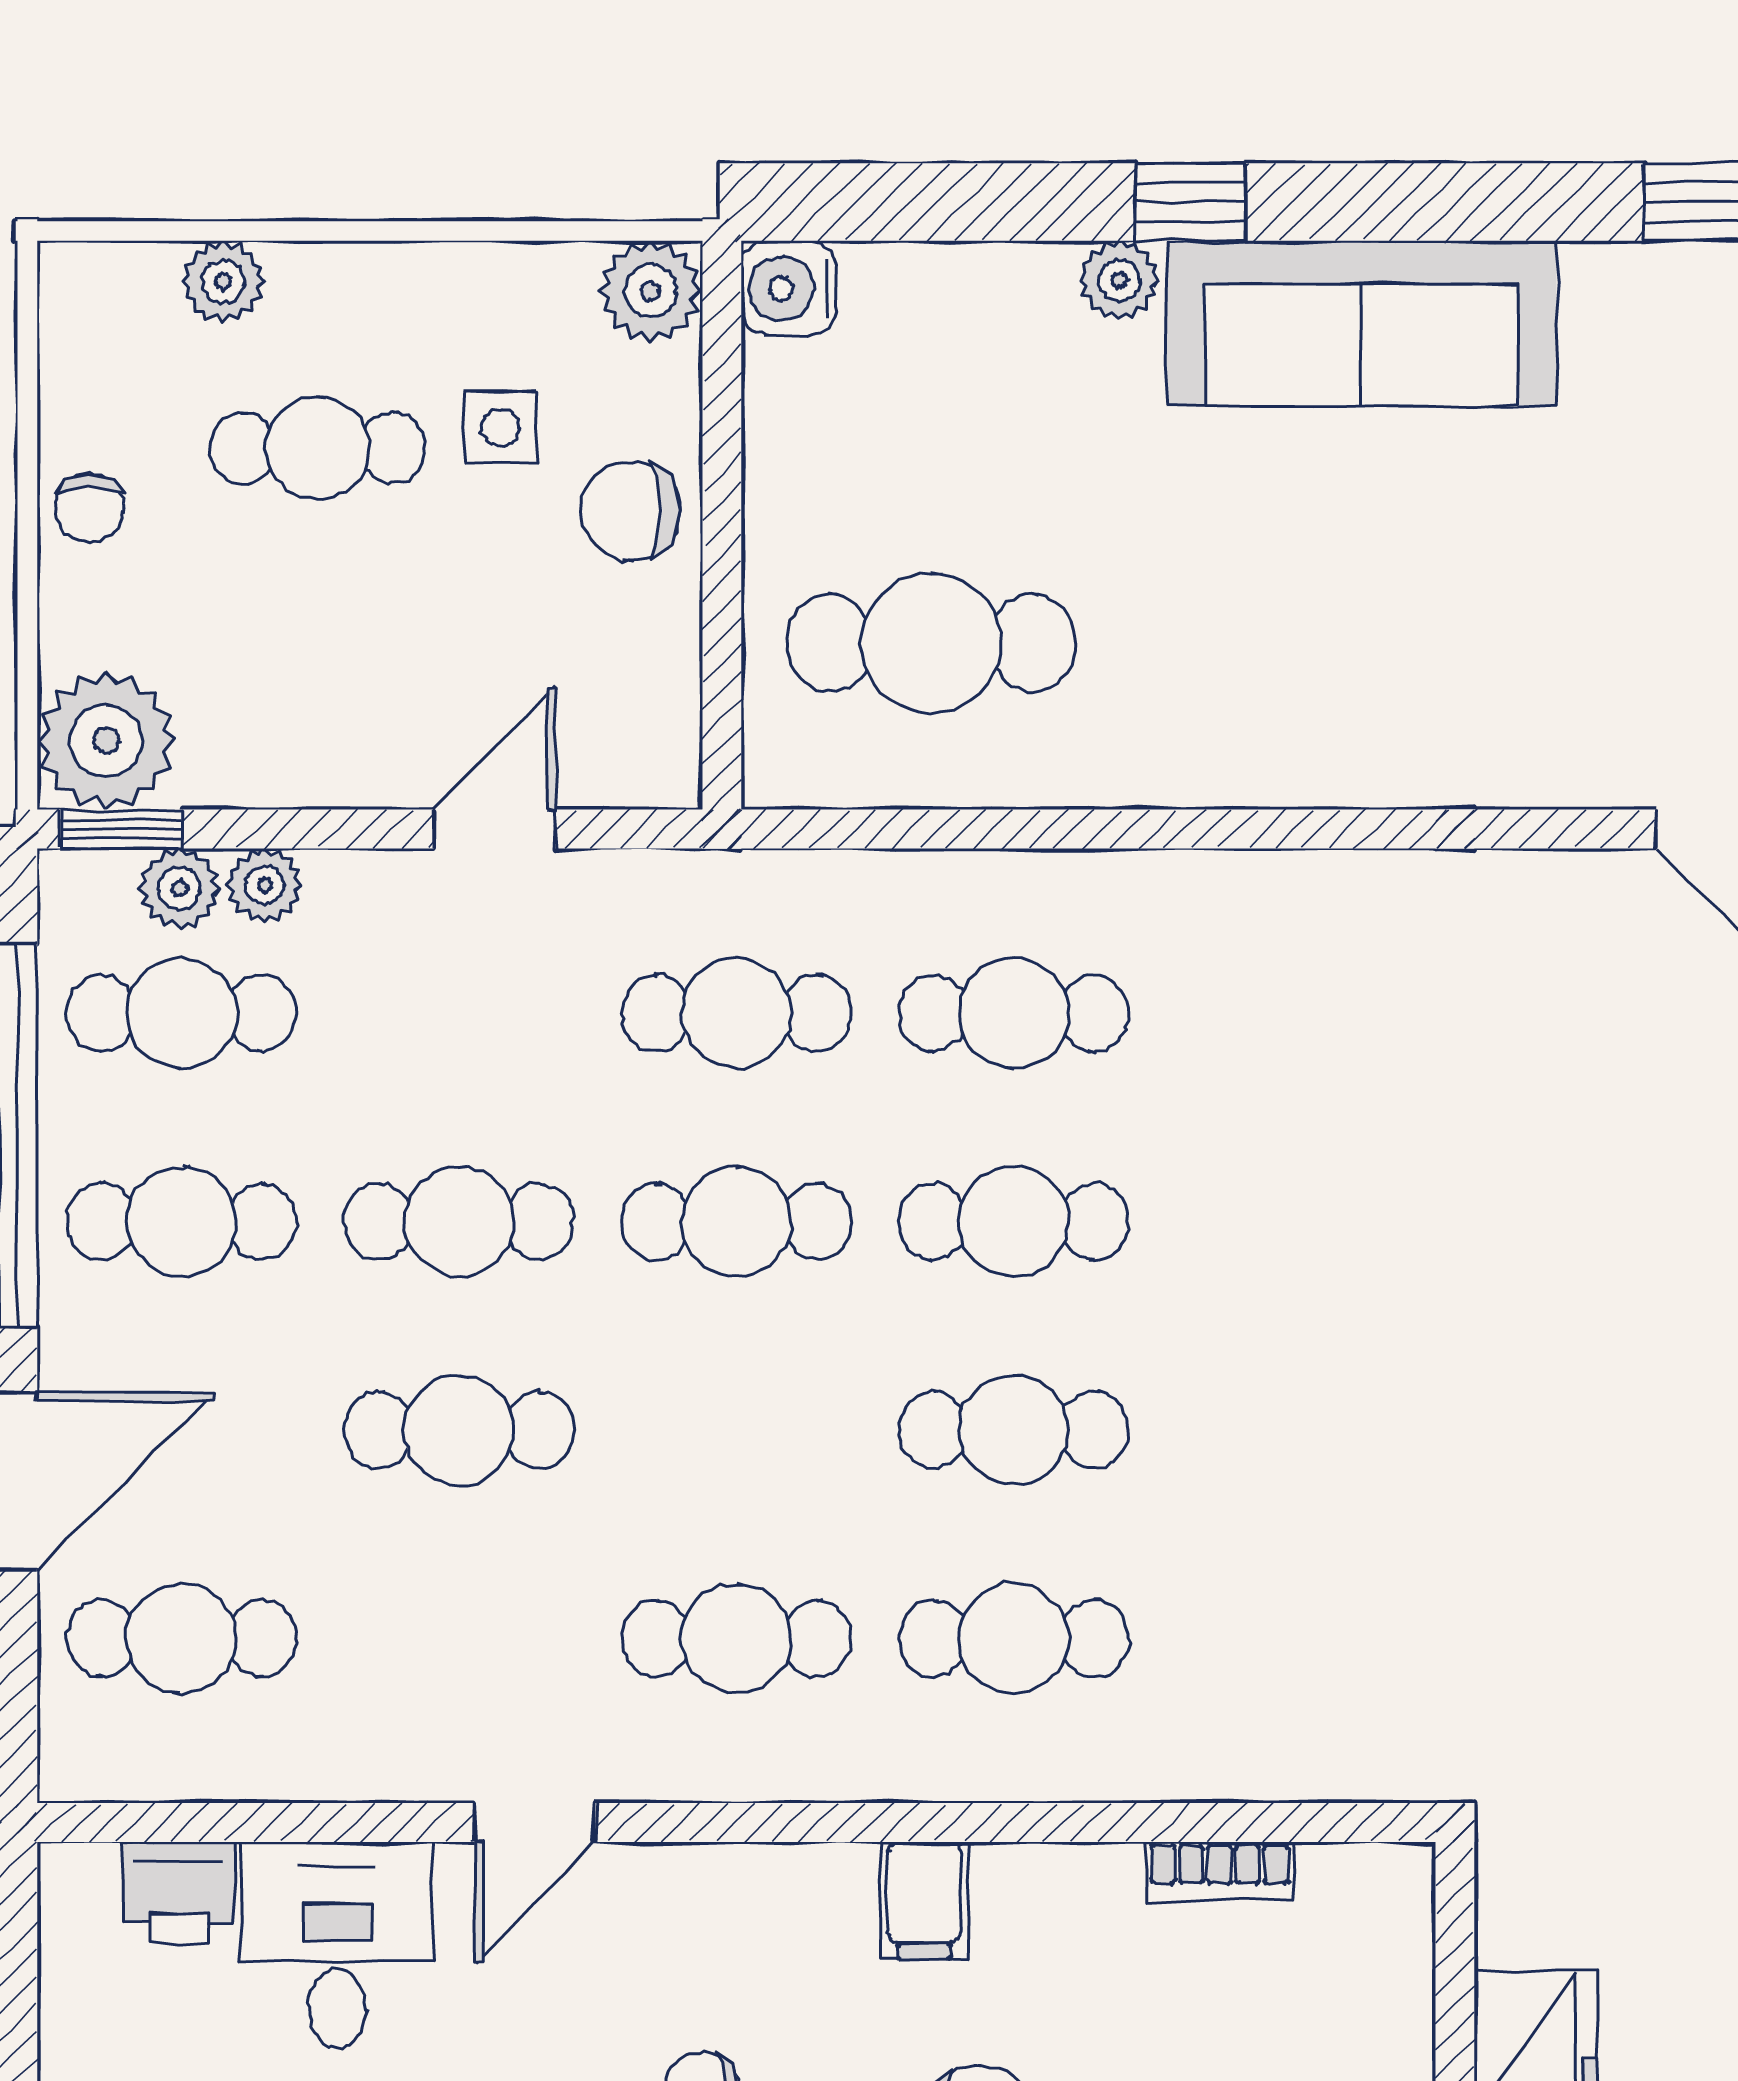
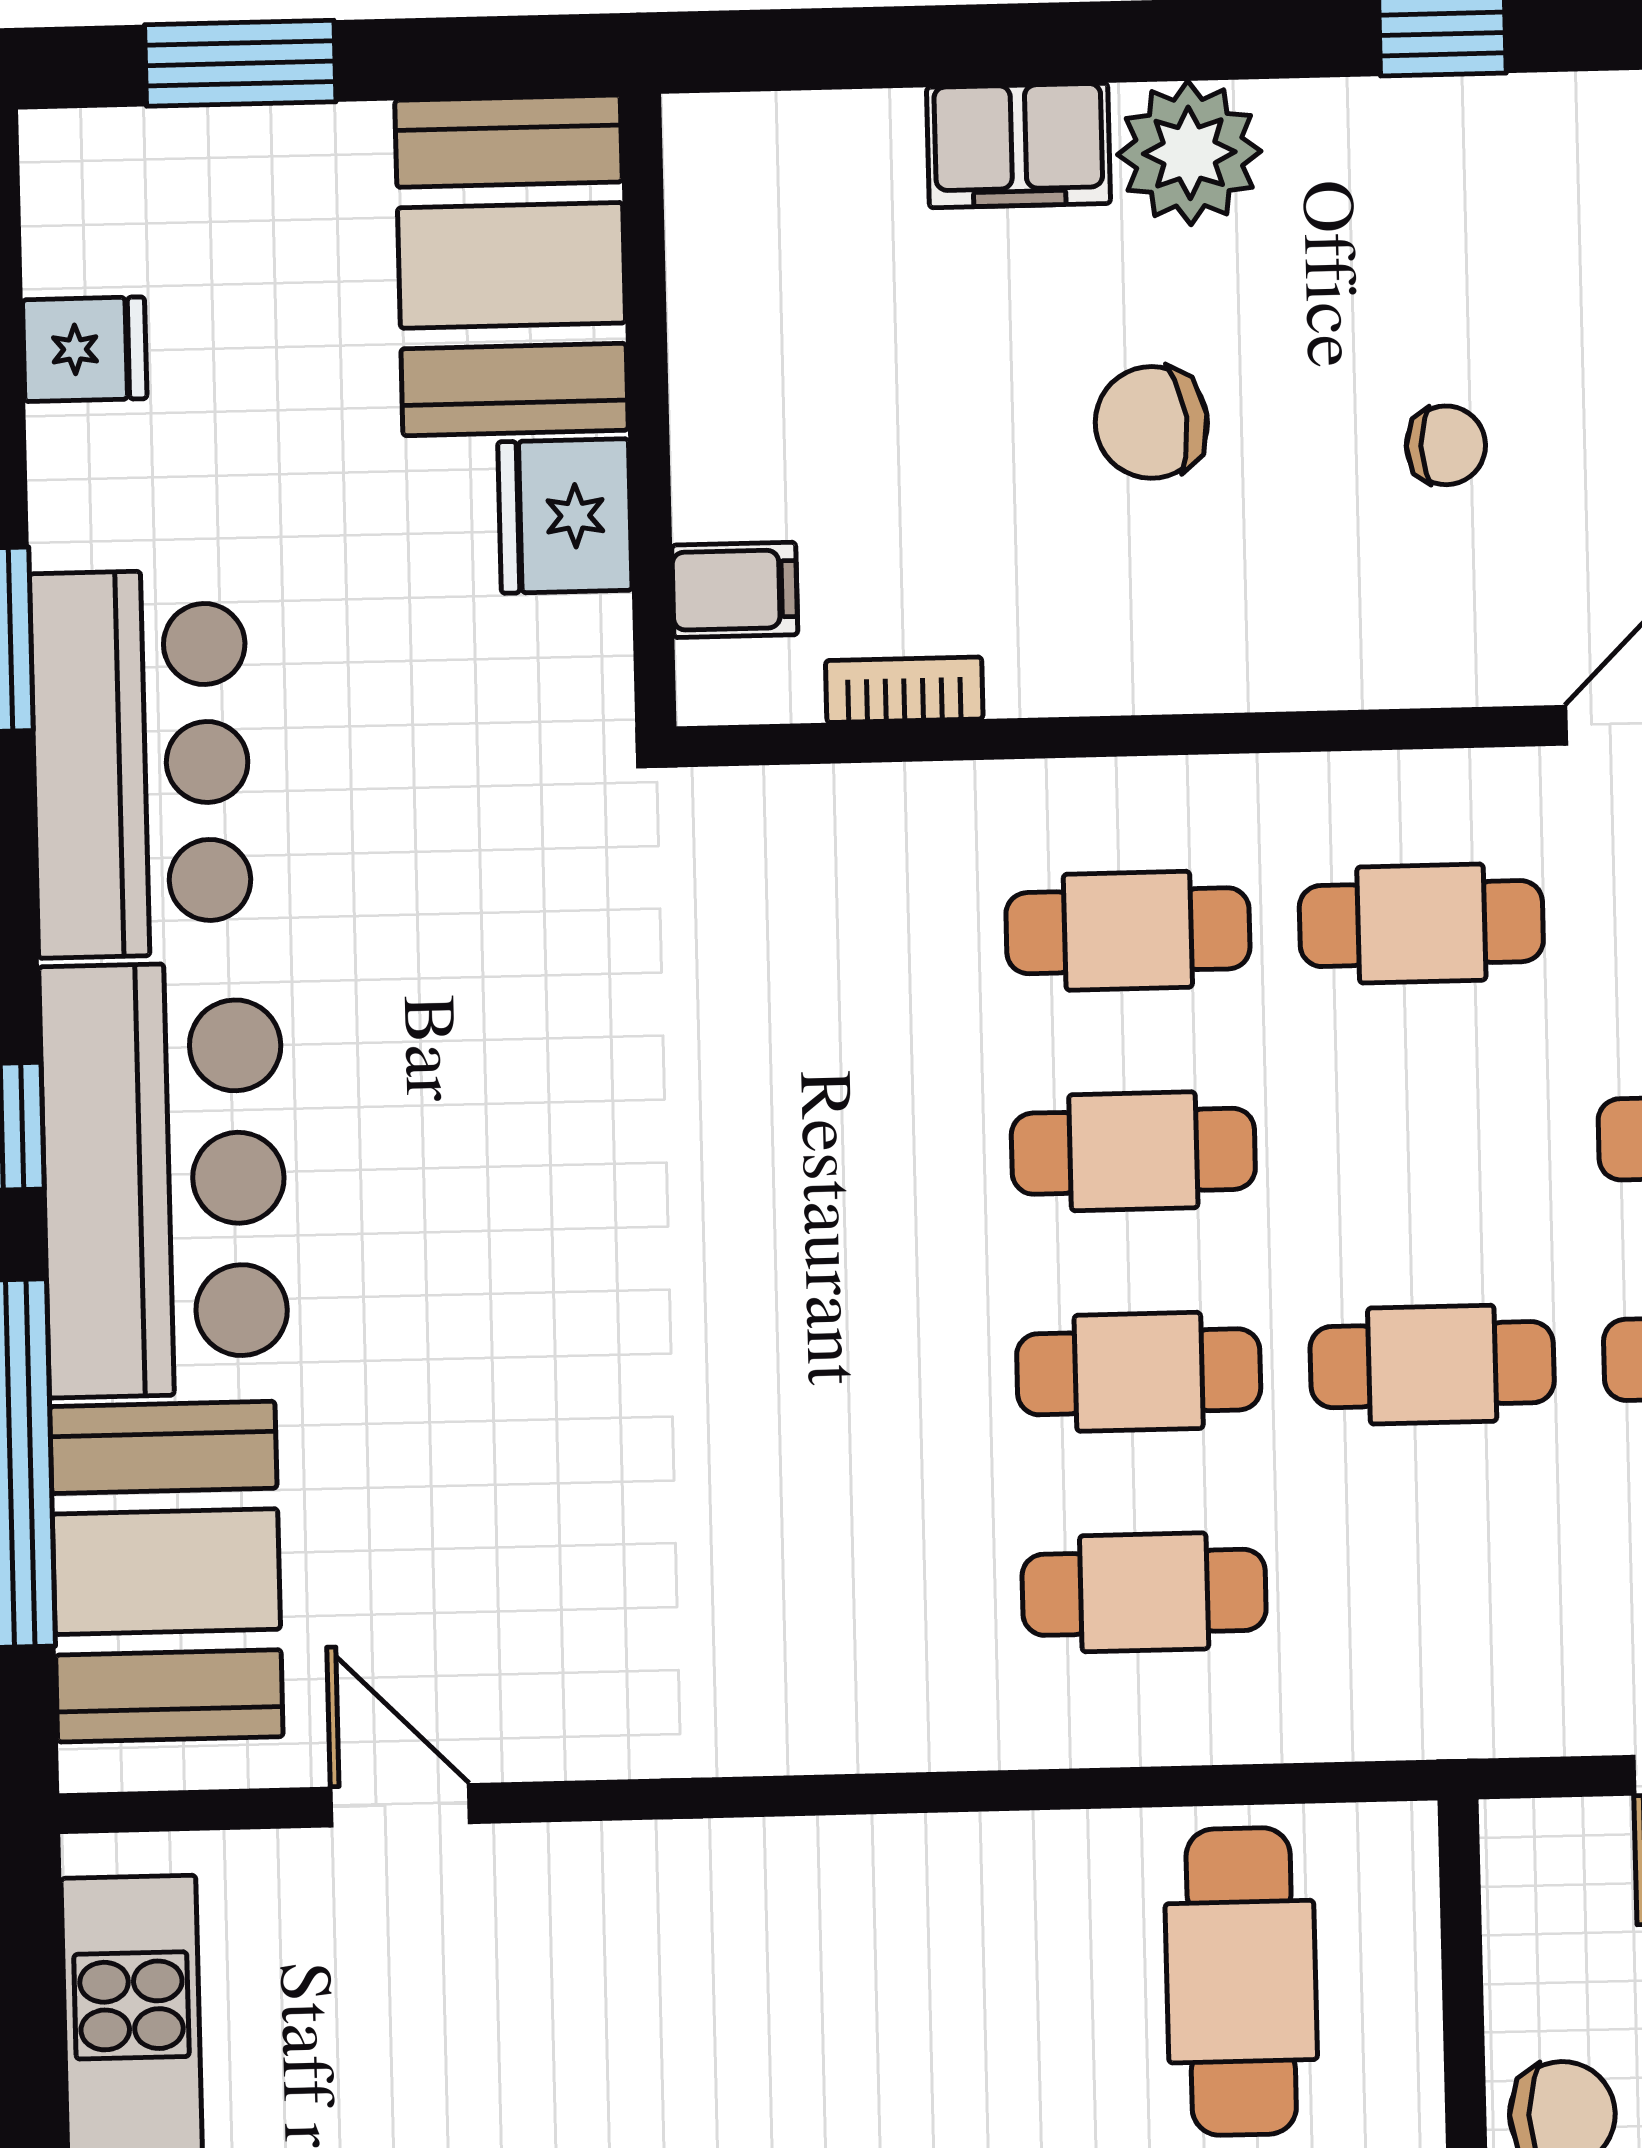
cafe table: (931, 643) -> (1241, 1982), turned 90
cafe table: (736, 1013) -> (1438, 1585), removed
filing cabinet: (924, 1900) -> (735, 590), moved, turned 90

